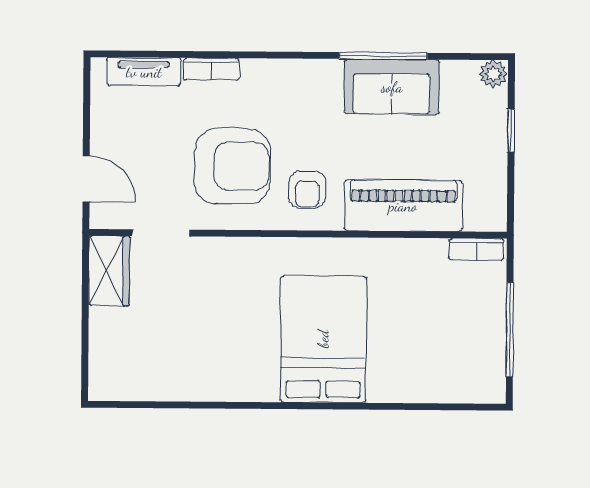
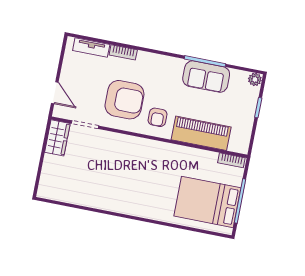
bed: (323, 339) -> (207, 202), moved, turned -90

